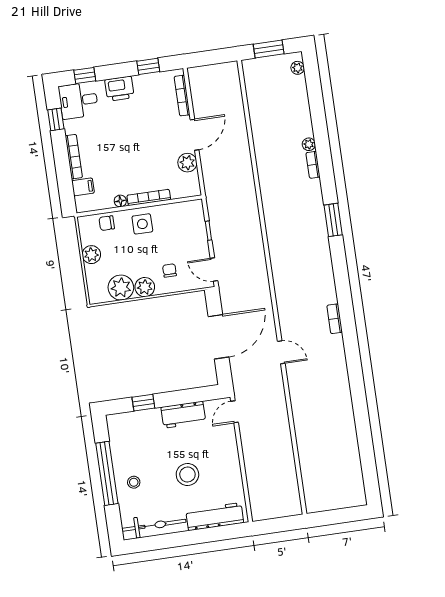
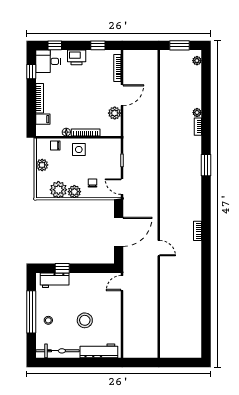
workbench: (183, 415) -> (55, 280), moved

